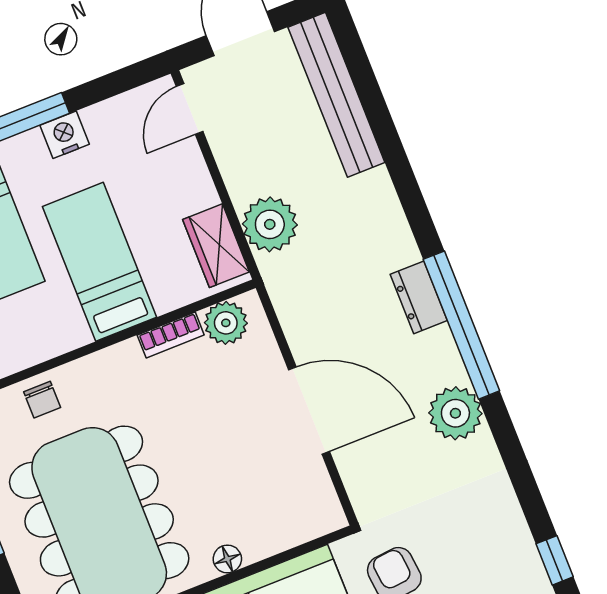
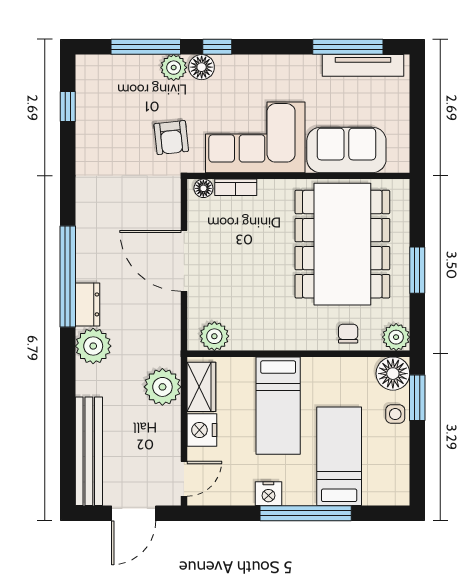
nightstand: (192, 186) -> (202, 430), added
bookcase: (171, 335) -> (236, 187), moved, turned 180
plant: (455, 413) -> (93, 346), moved
floor lamp: (227, 559) -> (203, 188), moved

